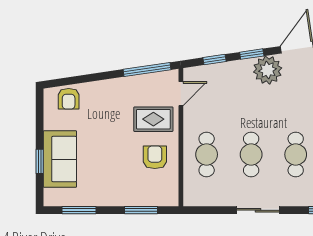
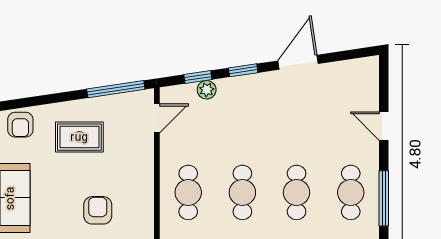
plant: (268, 70) -> (207, 90), moved, width x0.53, depth x0.53
rug: (153, 119) -> (79, 137), moved
armchair: (155, 157) -> (98, 210), moved

